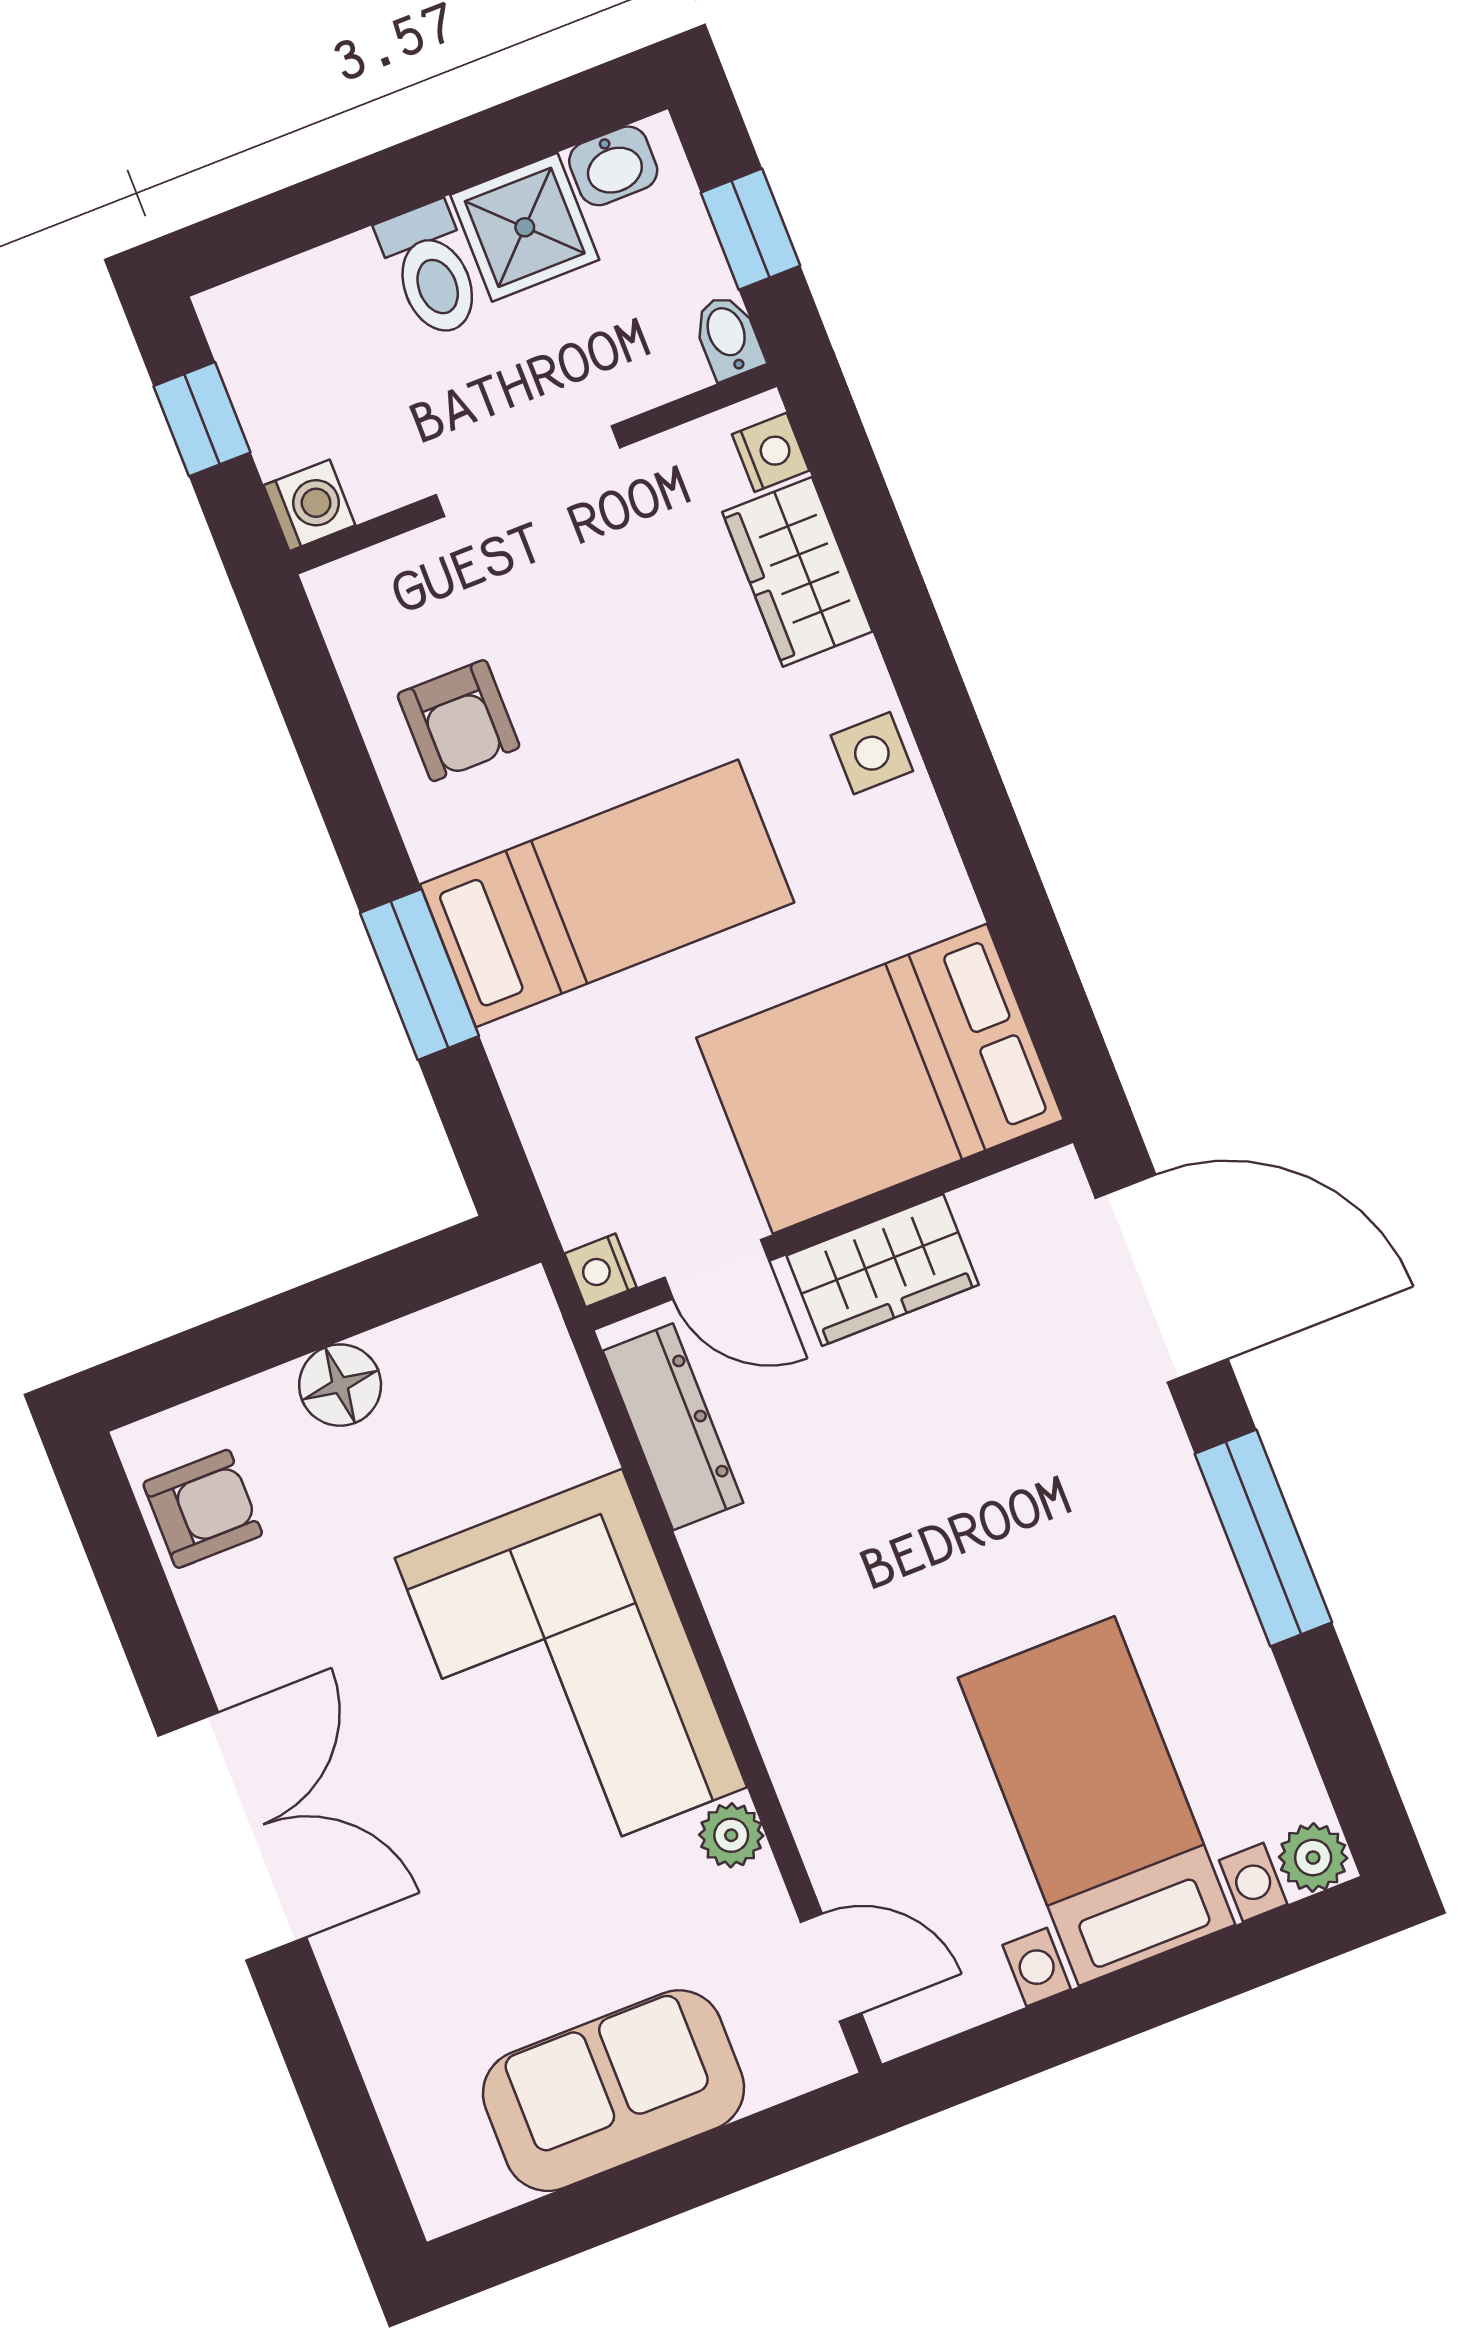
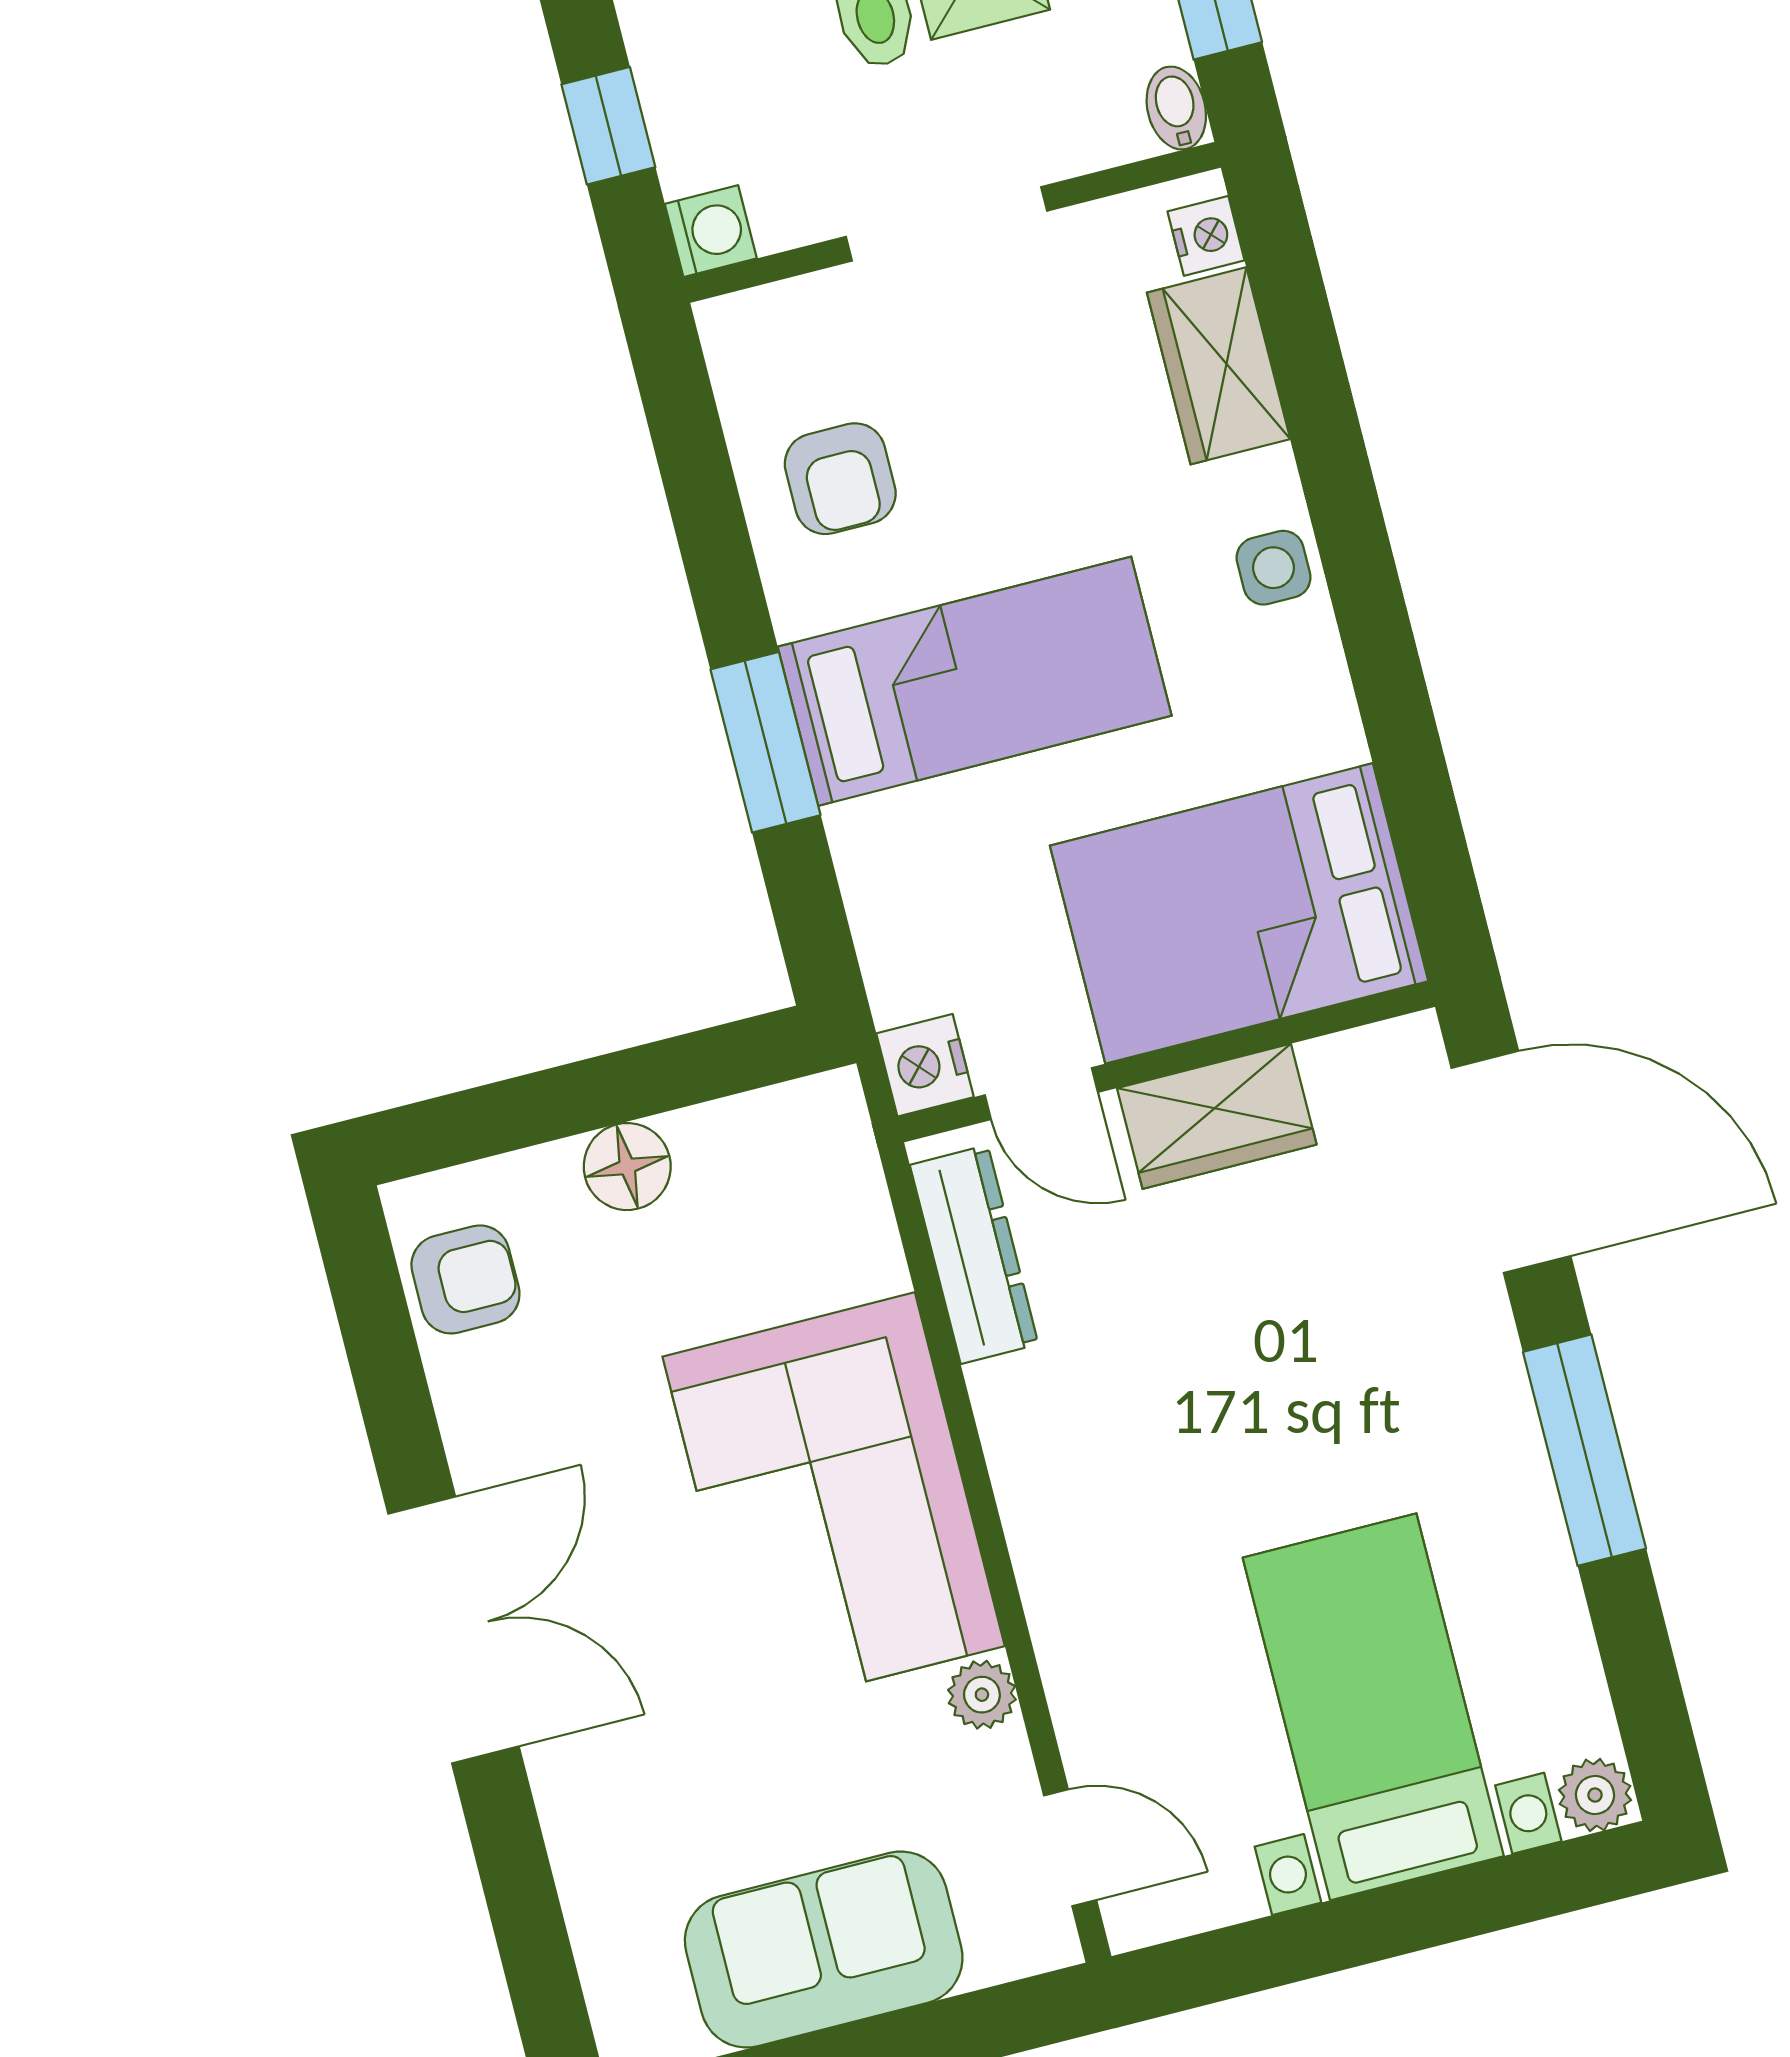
nightstand: (601, 1270) -> (925, 1065), width x1.39, depth x1.35

